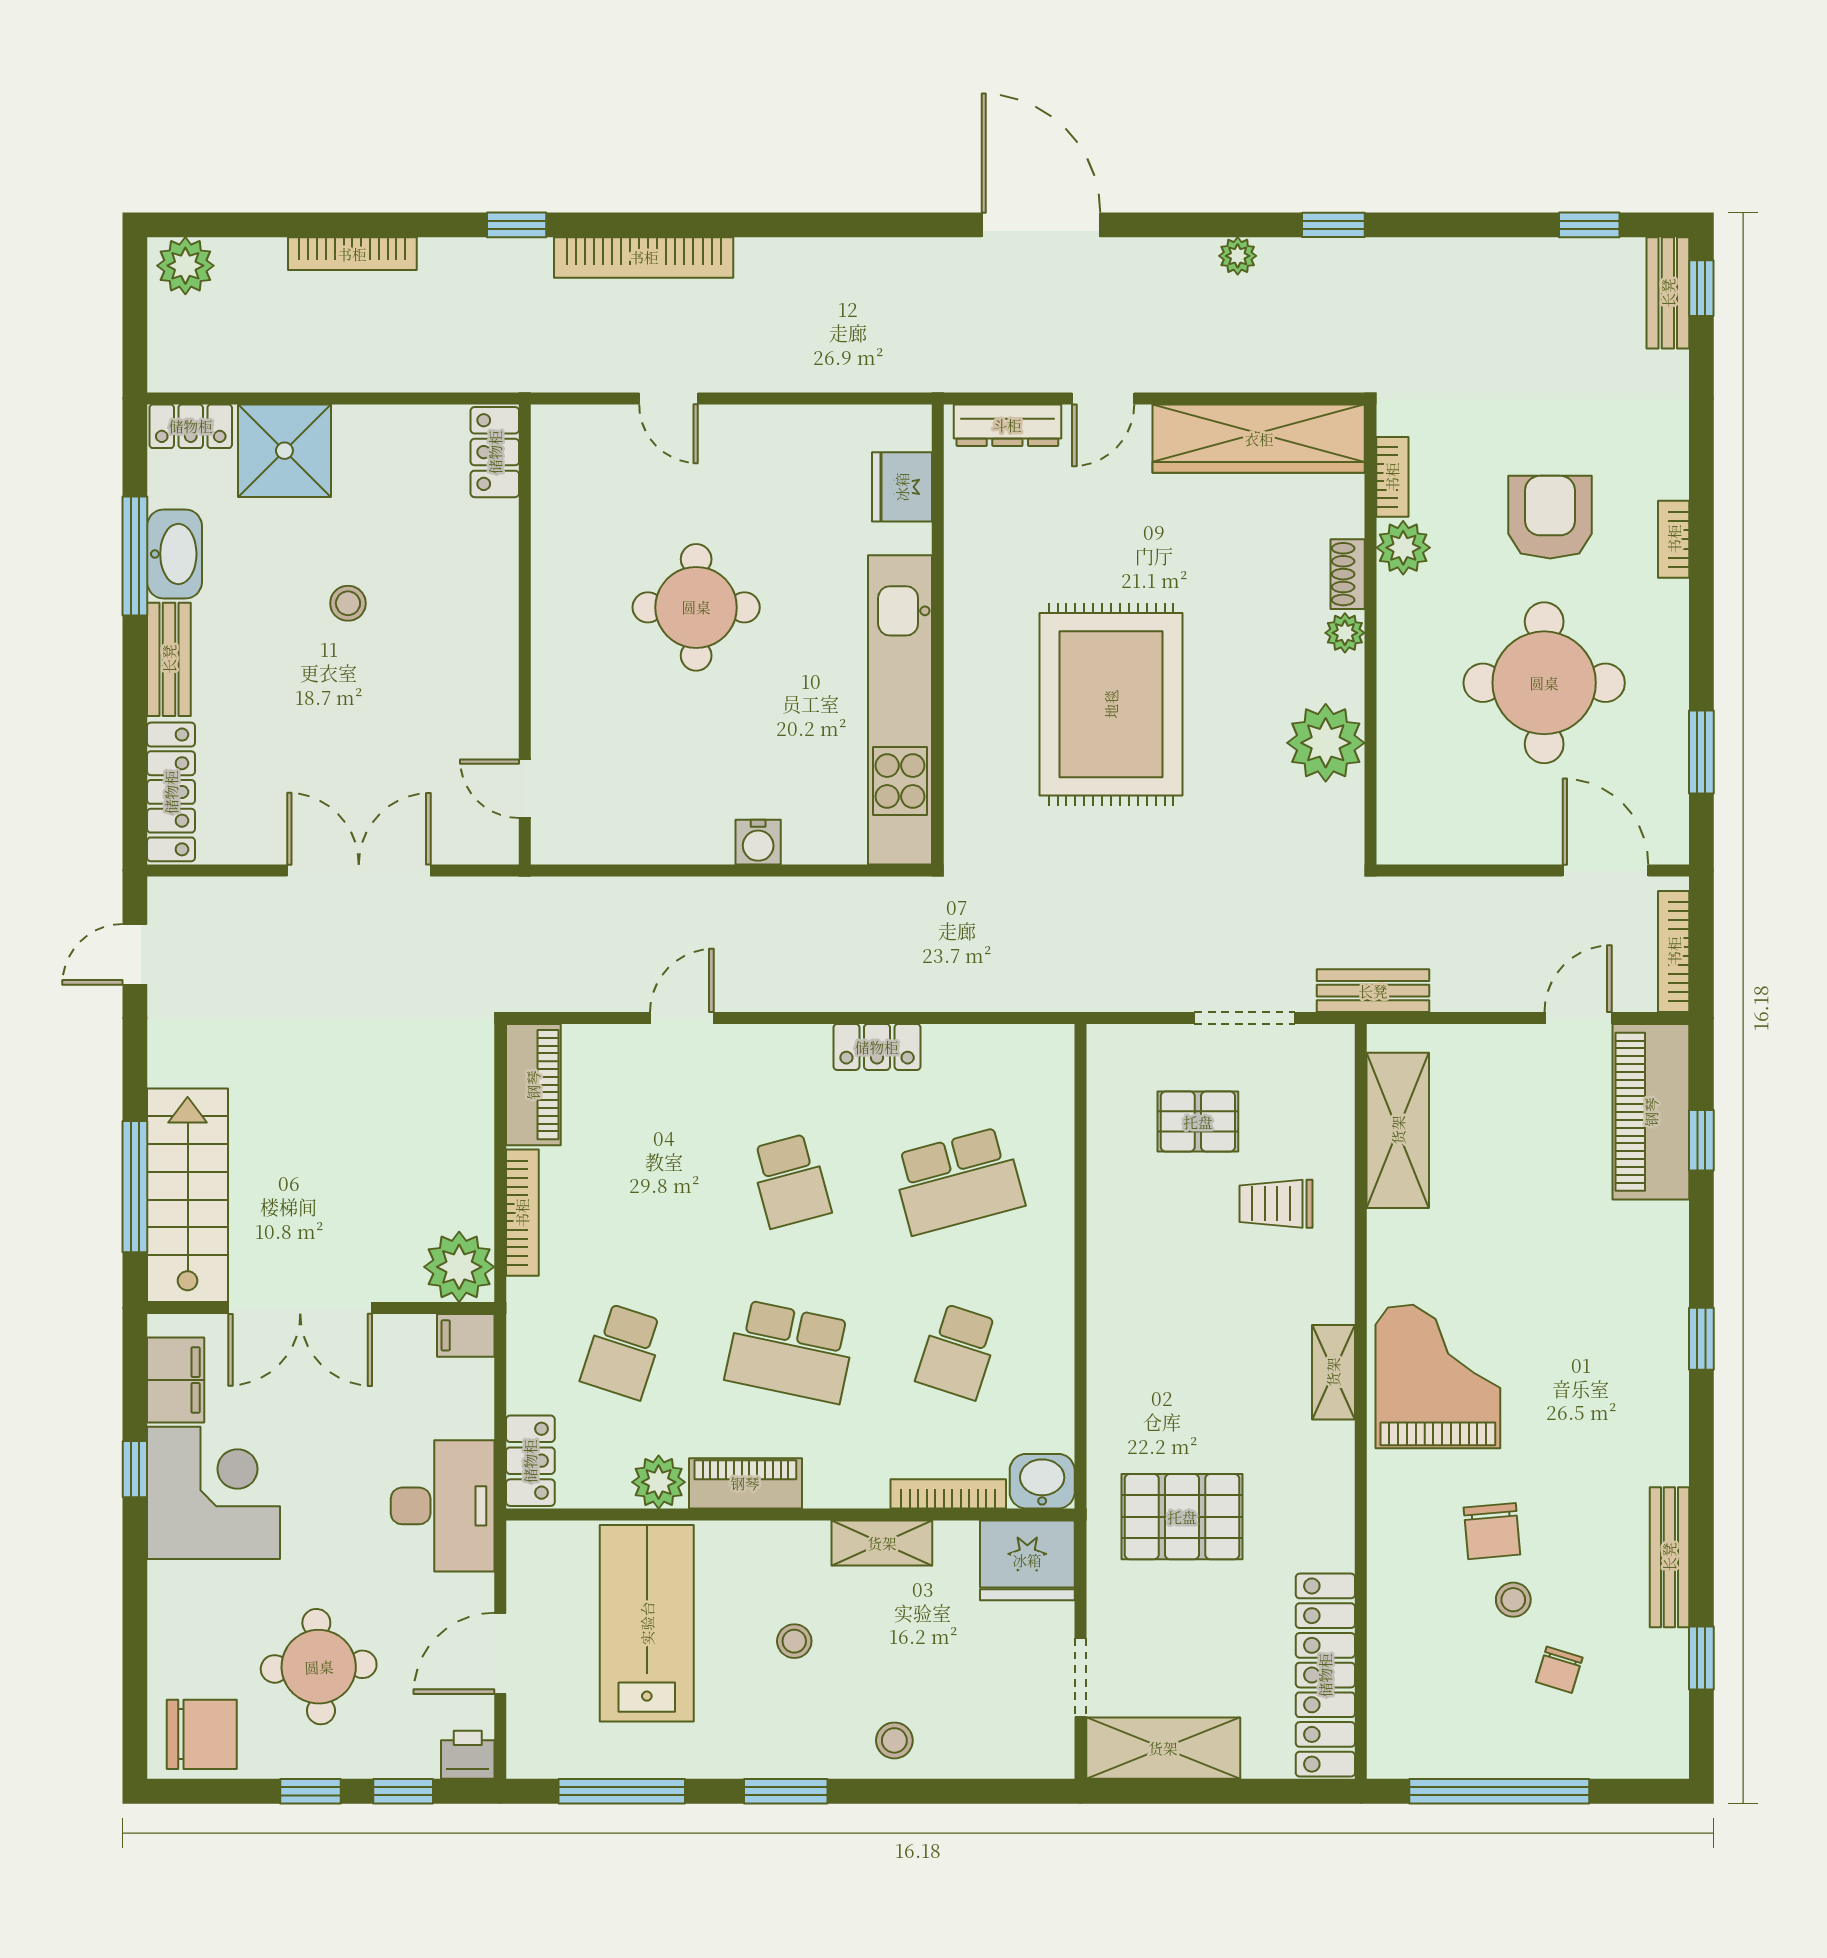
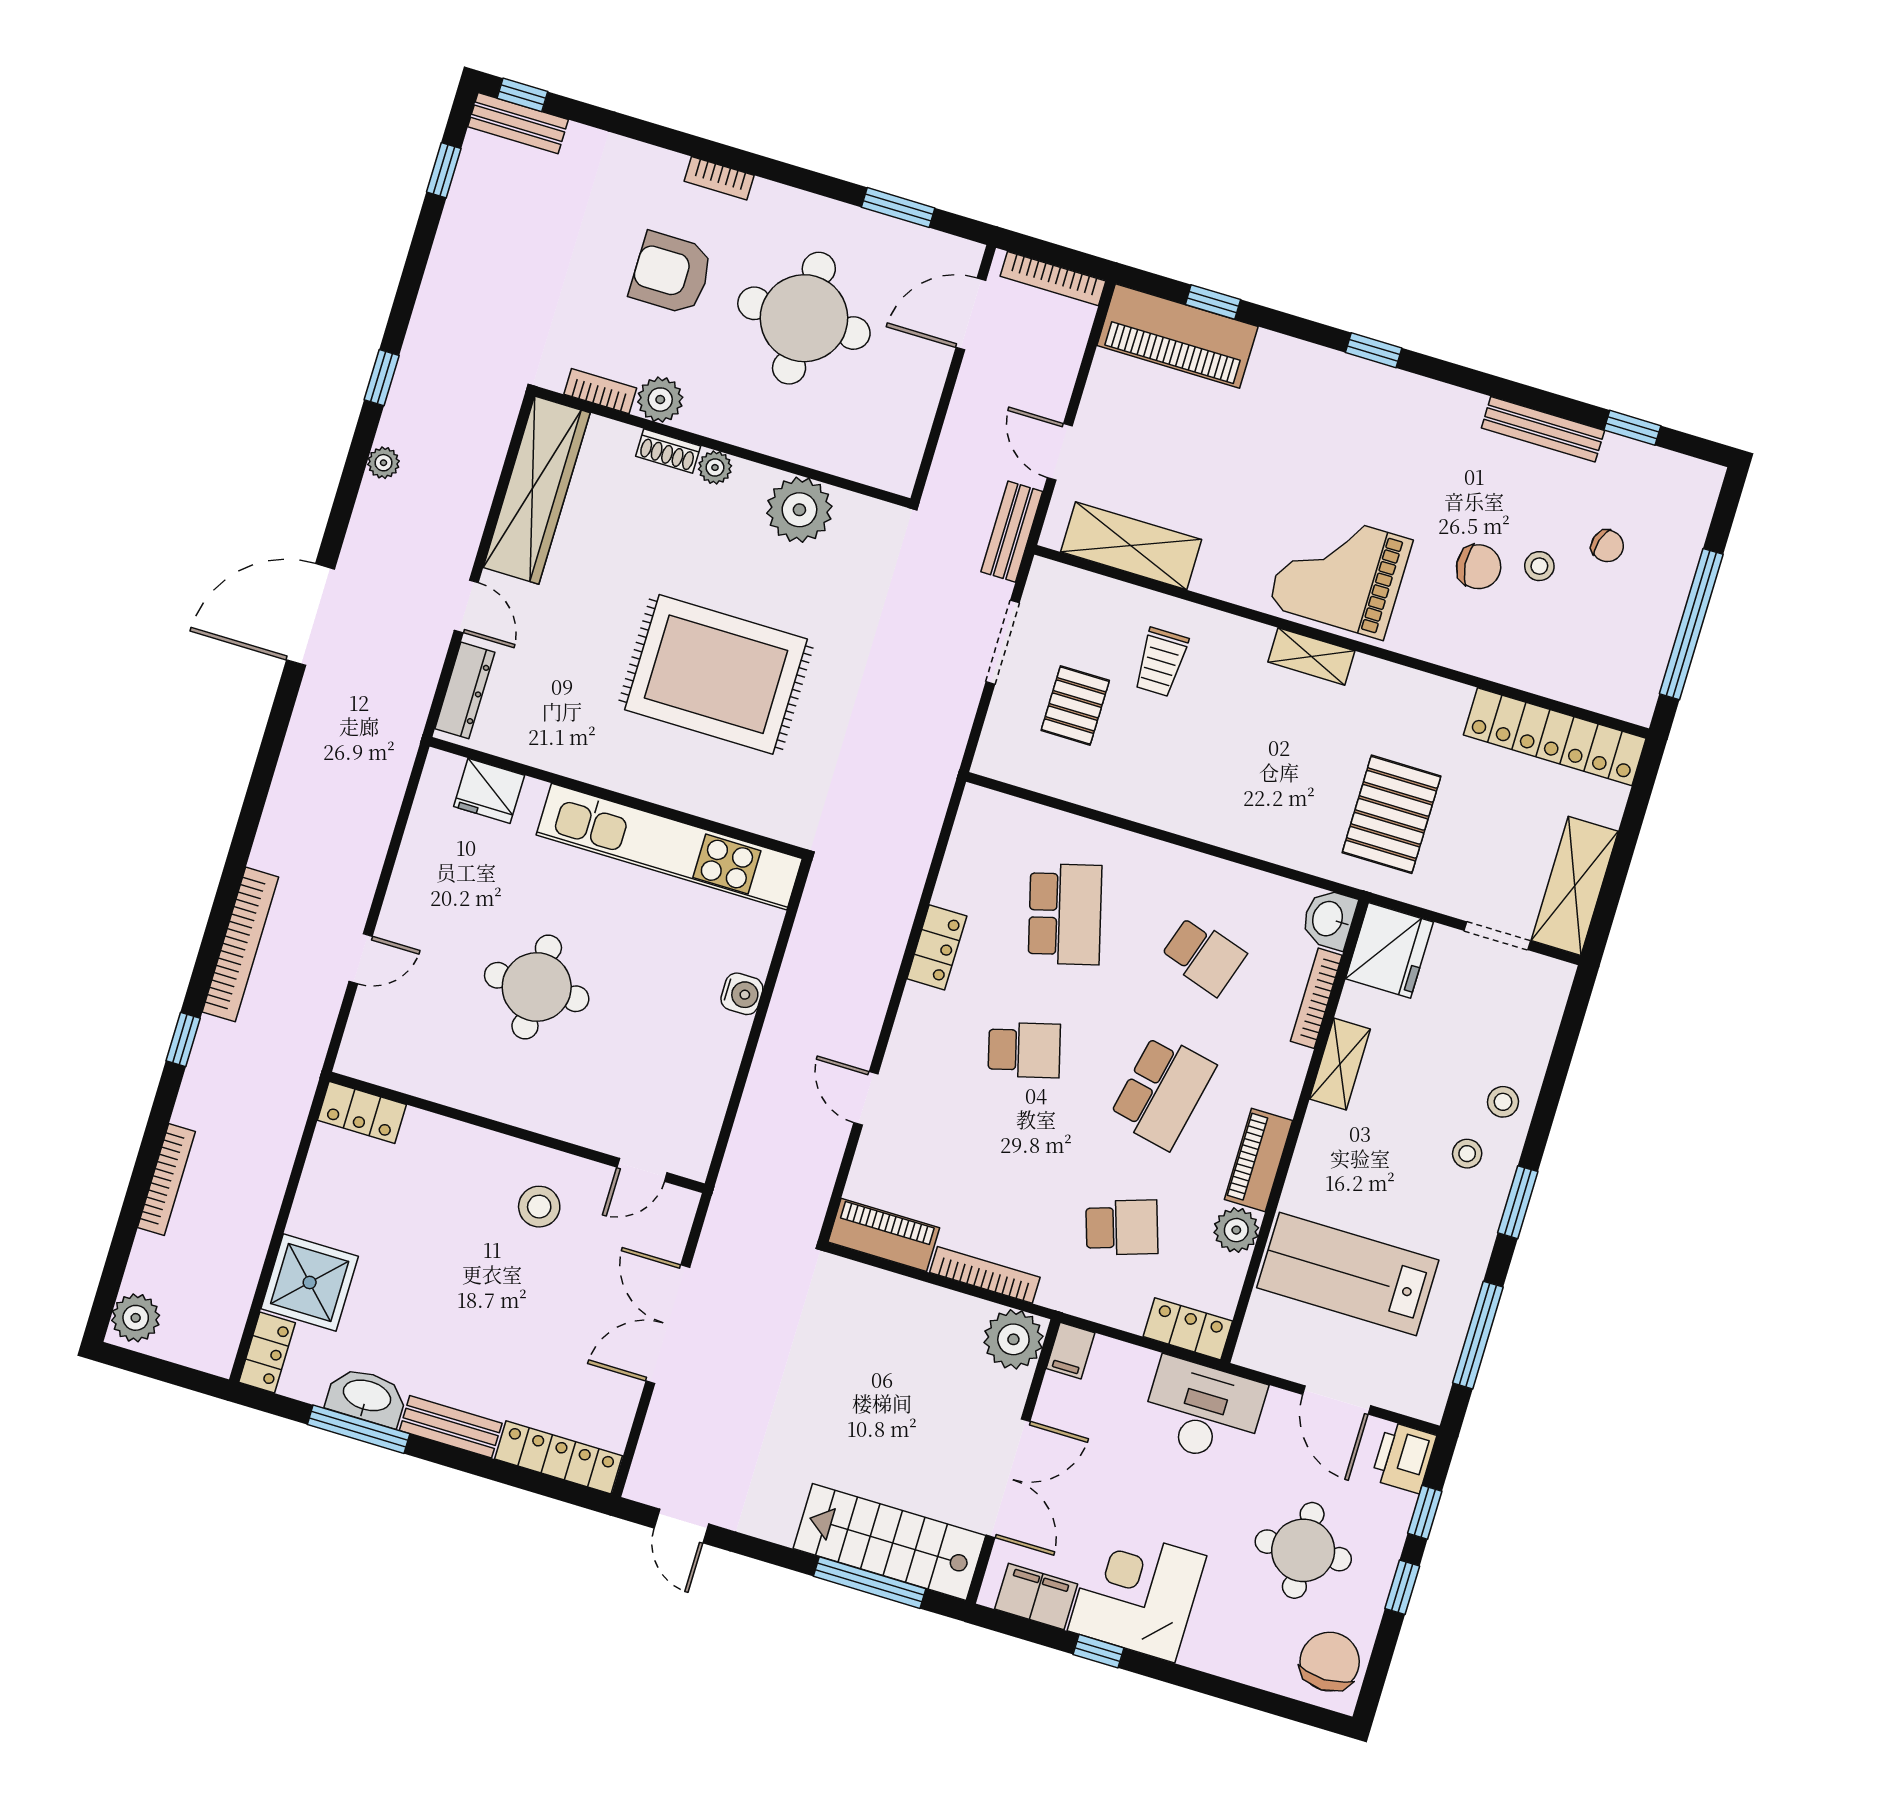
stool: (348, 603) -> (539, 1207), moved, width x1.37, depth x1.37
door: (1578, 1018) -> (1060, 452), moved
school desk: (623, 1352) -> (1122, 1227), turned -36
stool: (794, 1641) -> (1467, 1154), moved
printer: (468, 1755) -> (1404, 1457), width x1.36, depth x1.24

